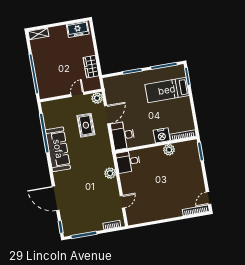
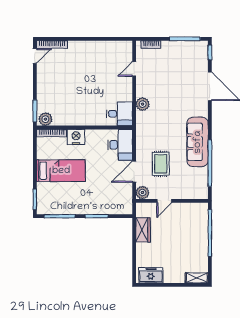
bed: (167, 90) -> (61, 171), moved
plant: (169, 150) -> (45, 119), moved

